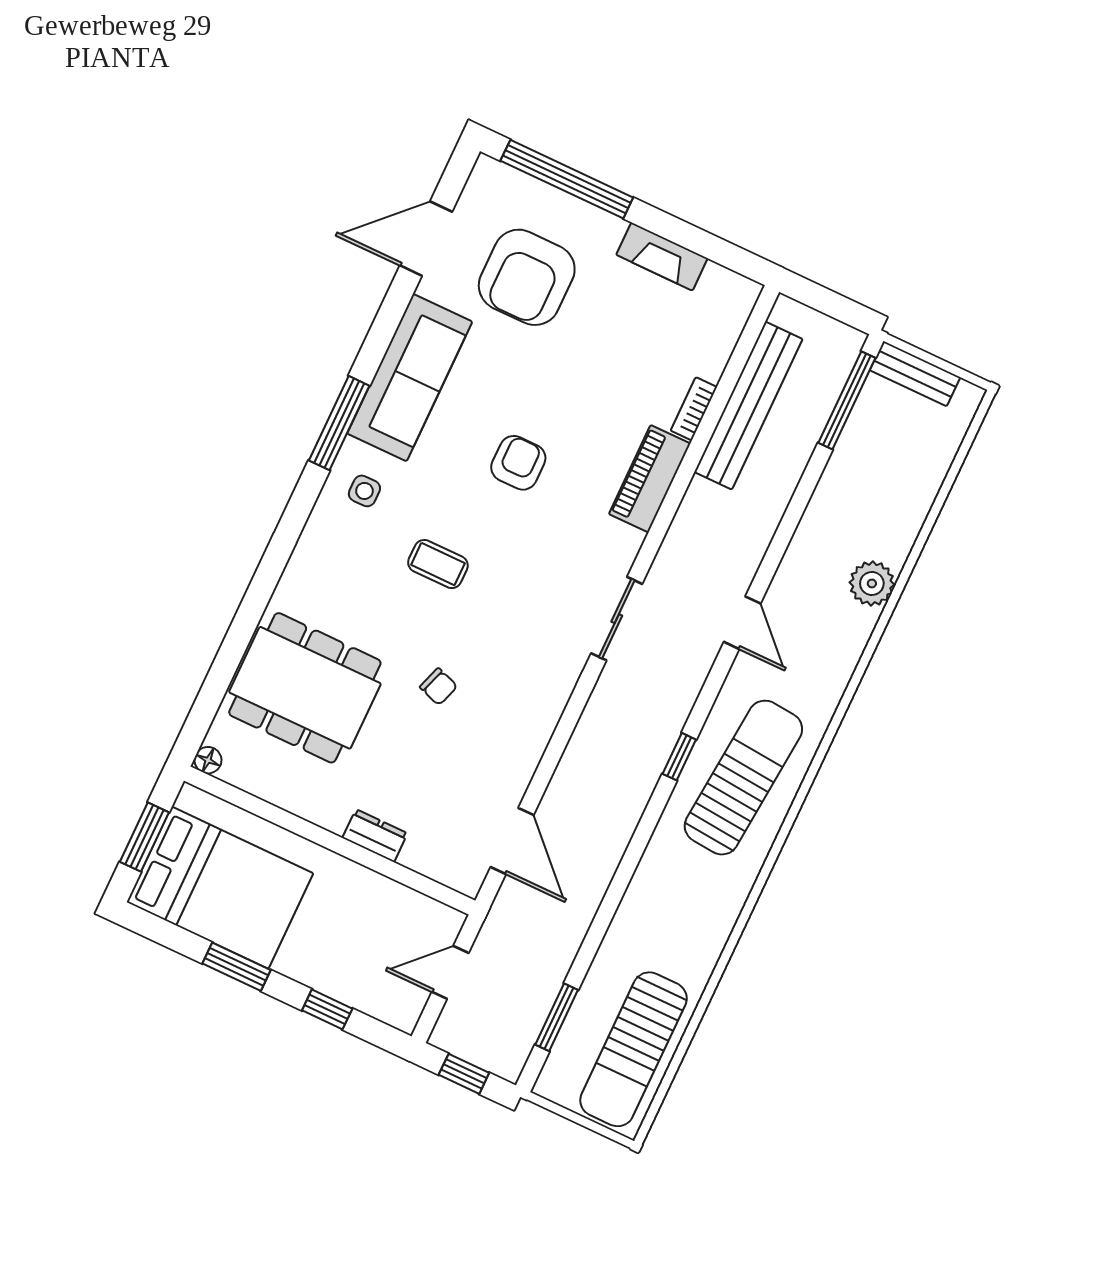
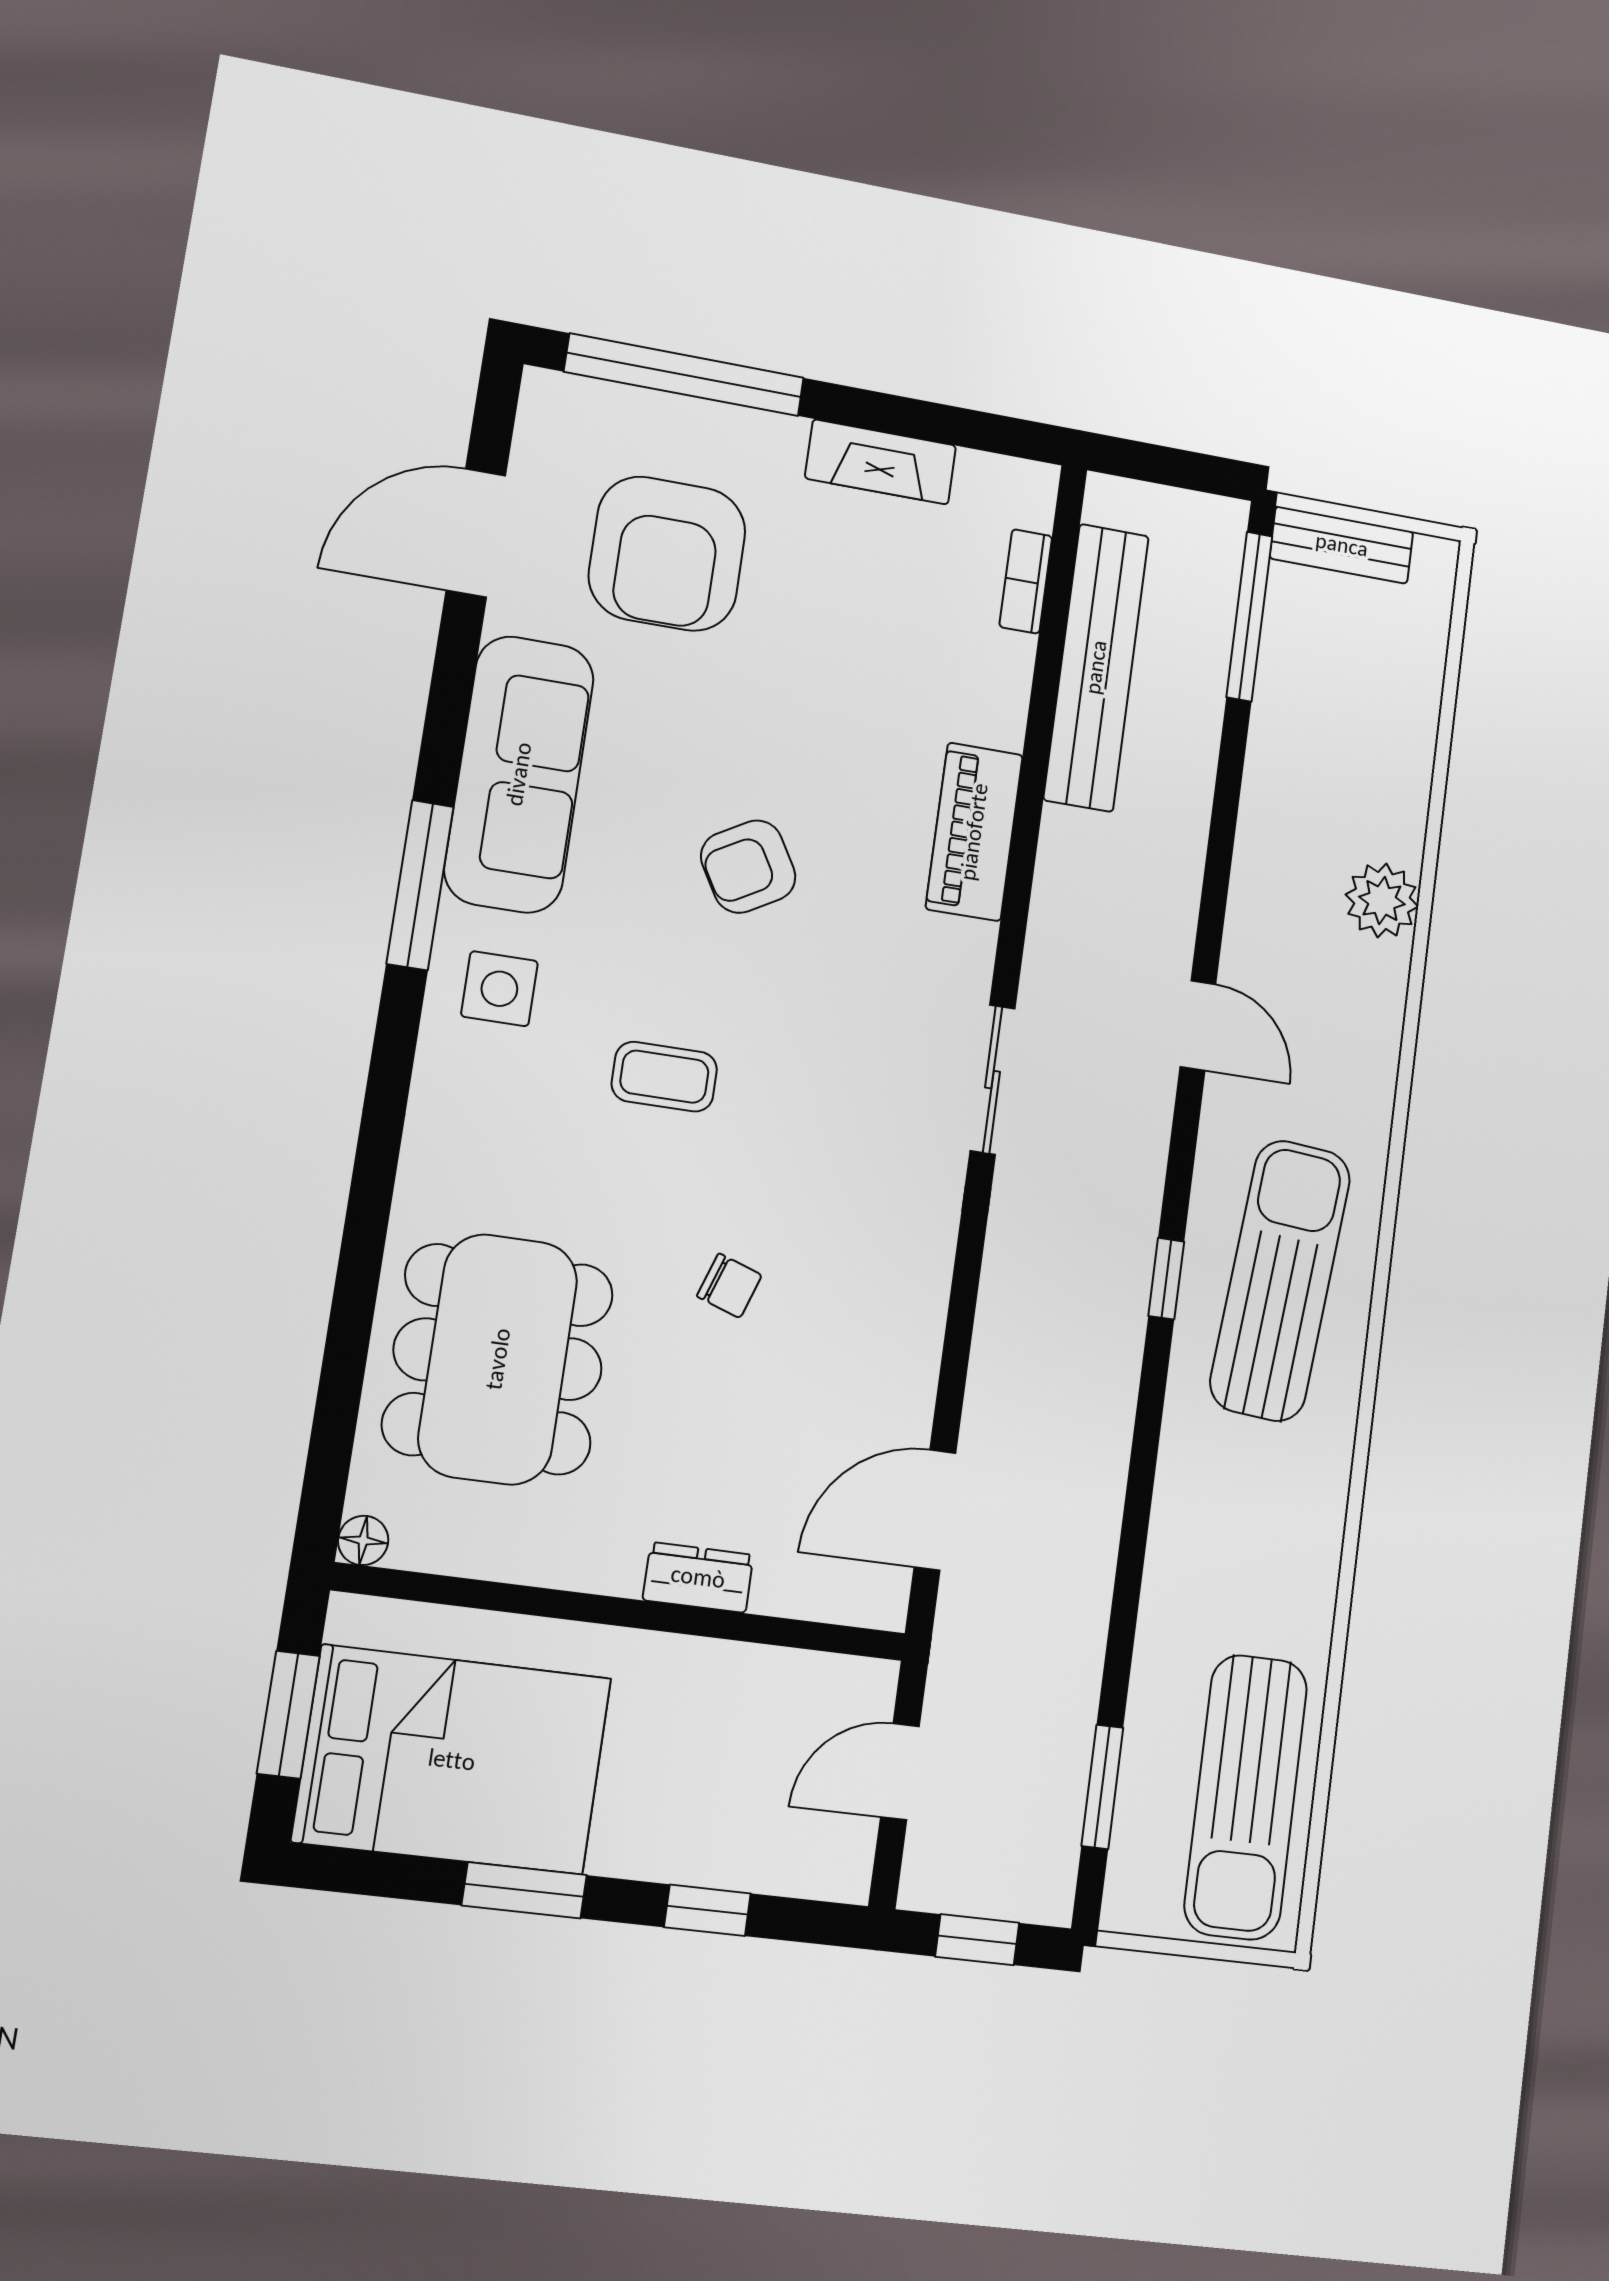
bookcase: (694, 409) -> (1026, 581), moved
armchair: (518, 463) -> (748, 867), turned -120
side table: (364, 491) -> (499, 989), width x1.37, depth x1.37
dining table: (305, 688) -> (498, 1359), turned 90
door: (512, 841) -> (935, 1510), swing flipped

